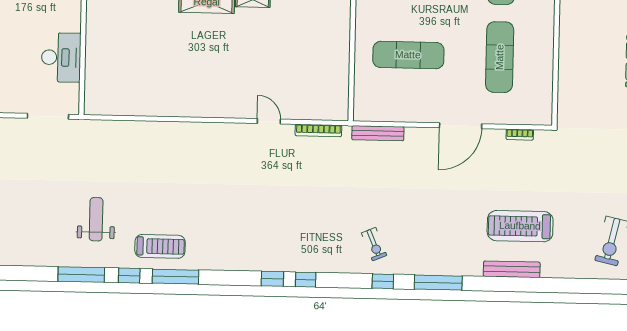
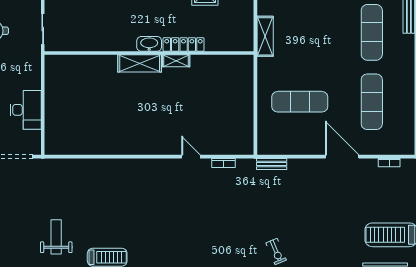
door: (461, 126) -> (342, 157), swing flipped
bookcase: (318, 130) -> (224, 163), width x0.64
bench: (378, 133) -> (272, 164), width x0.73

